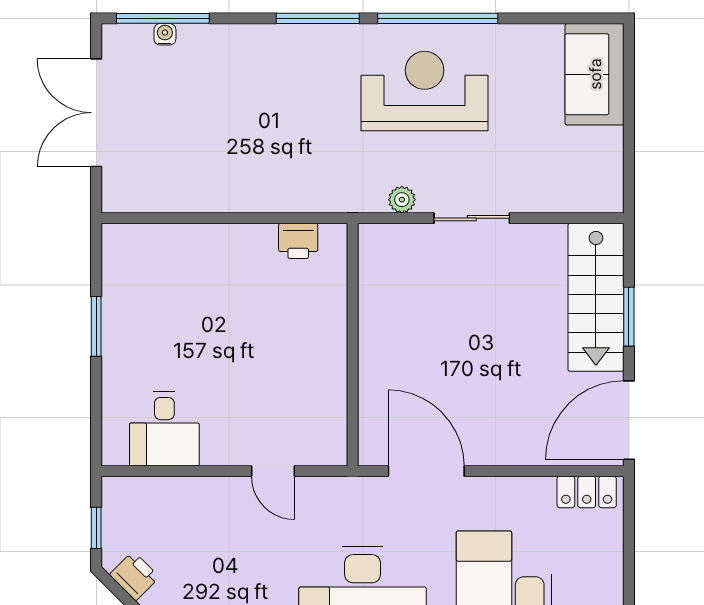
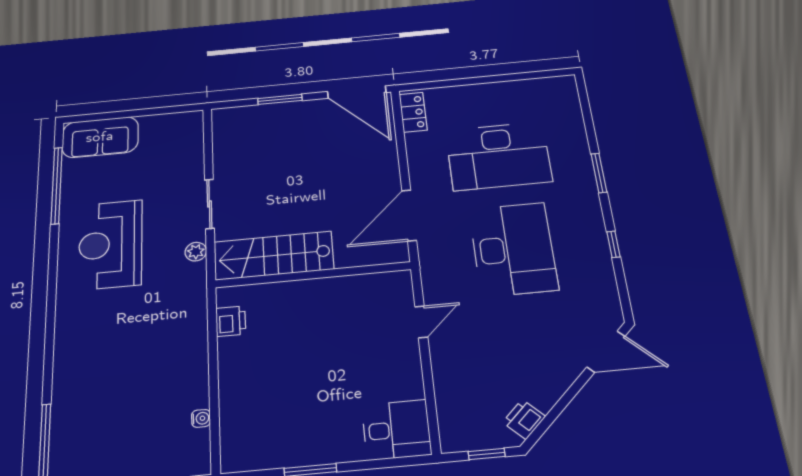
window: (318, 18) -> (50, 324), removed
window: (438, 18) -> (57, 185), moved
water cooler: (165, 34) -> (201, 418), moved, turned 180
stairs: (596, 297) -> (274, 256), moved, turned 180
desk: (164, 429) -> (397, 430), moved

